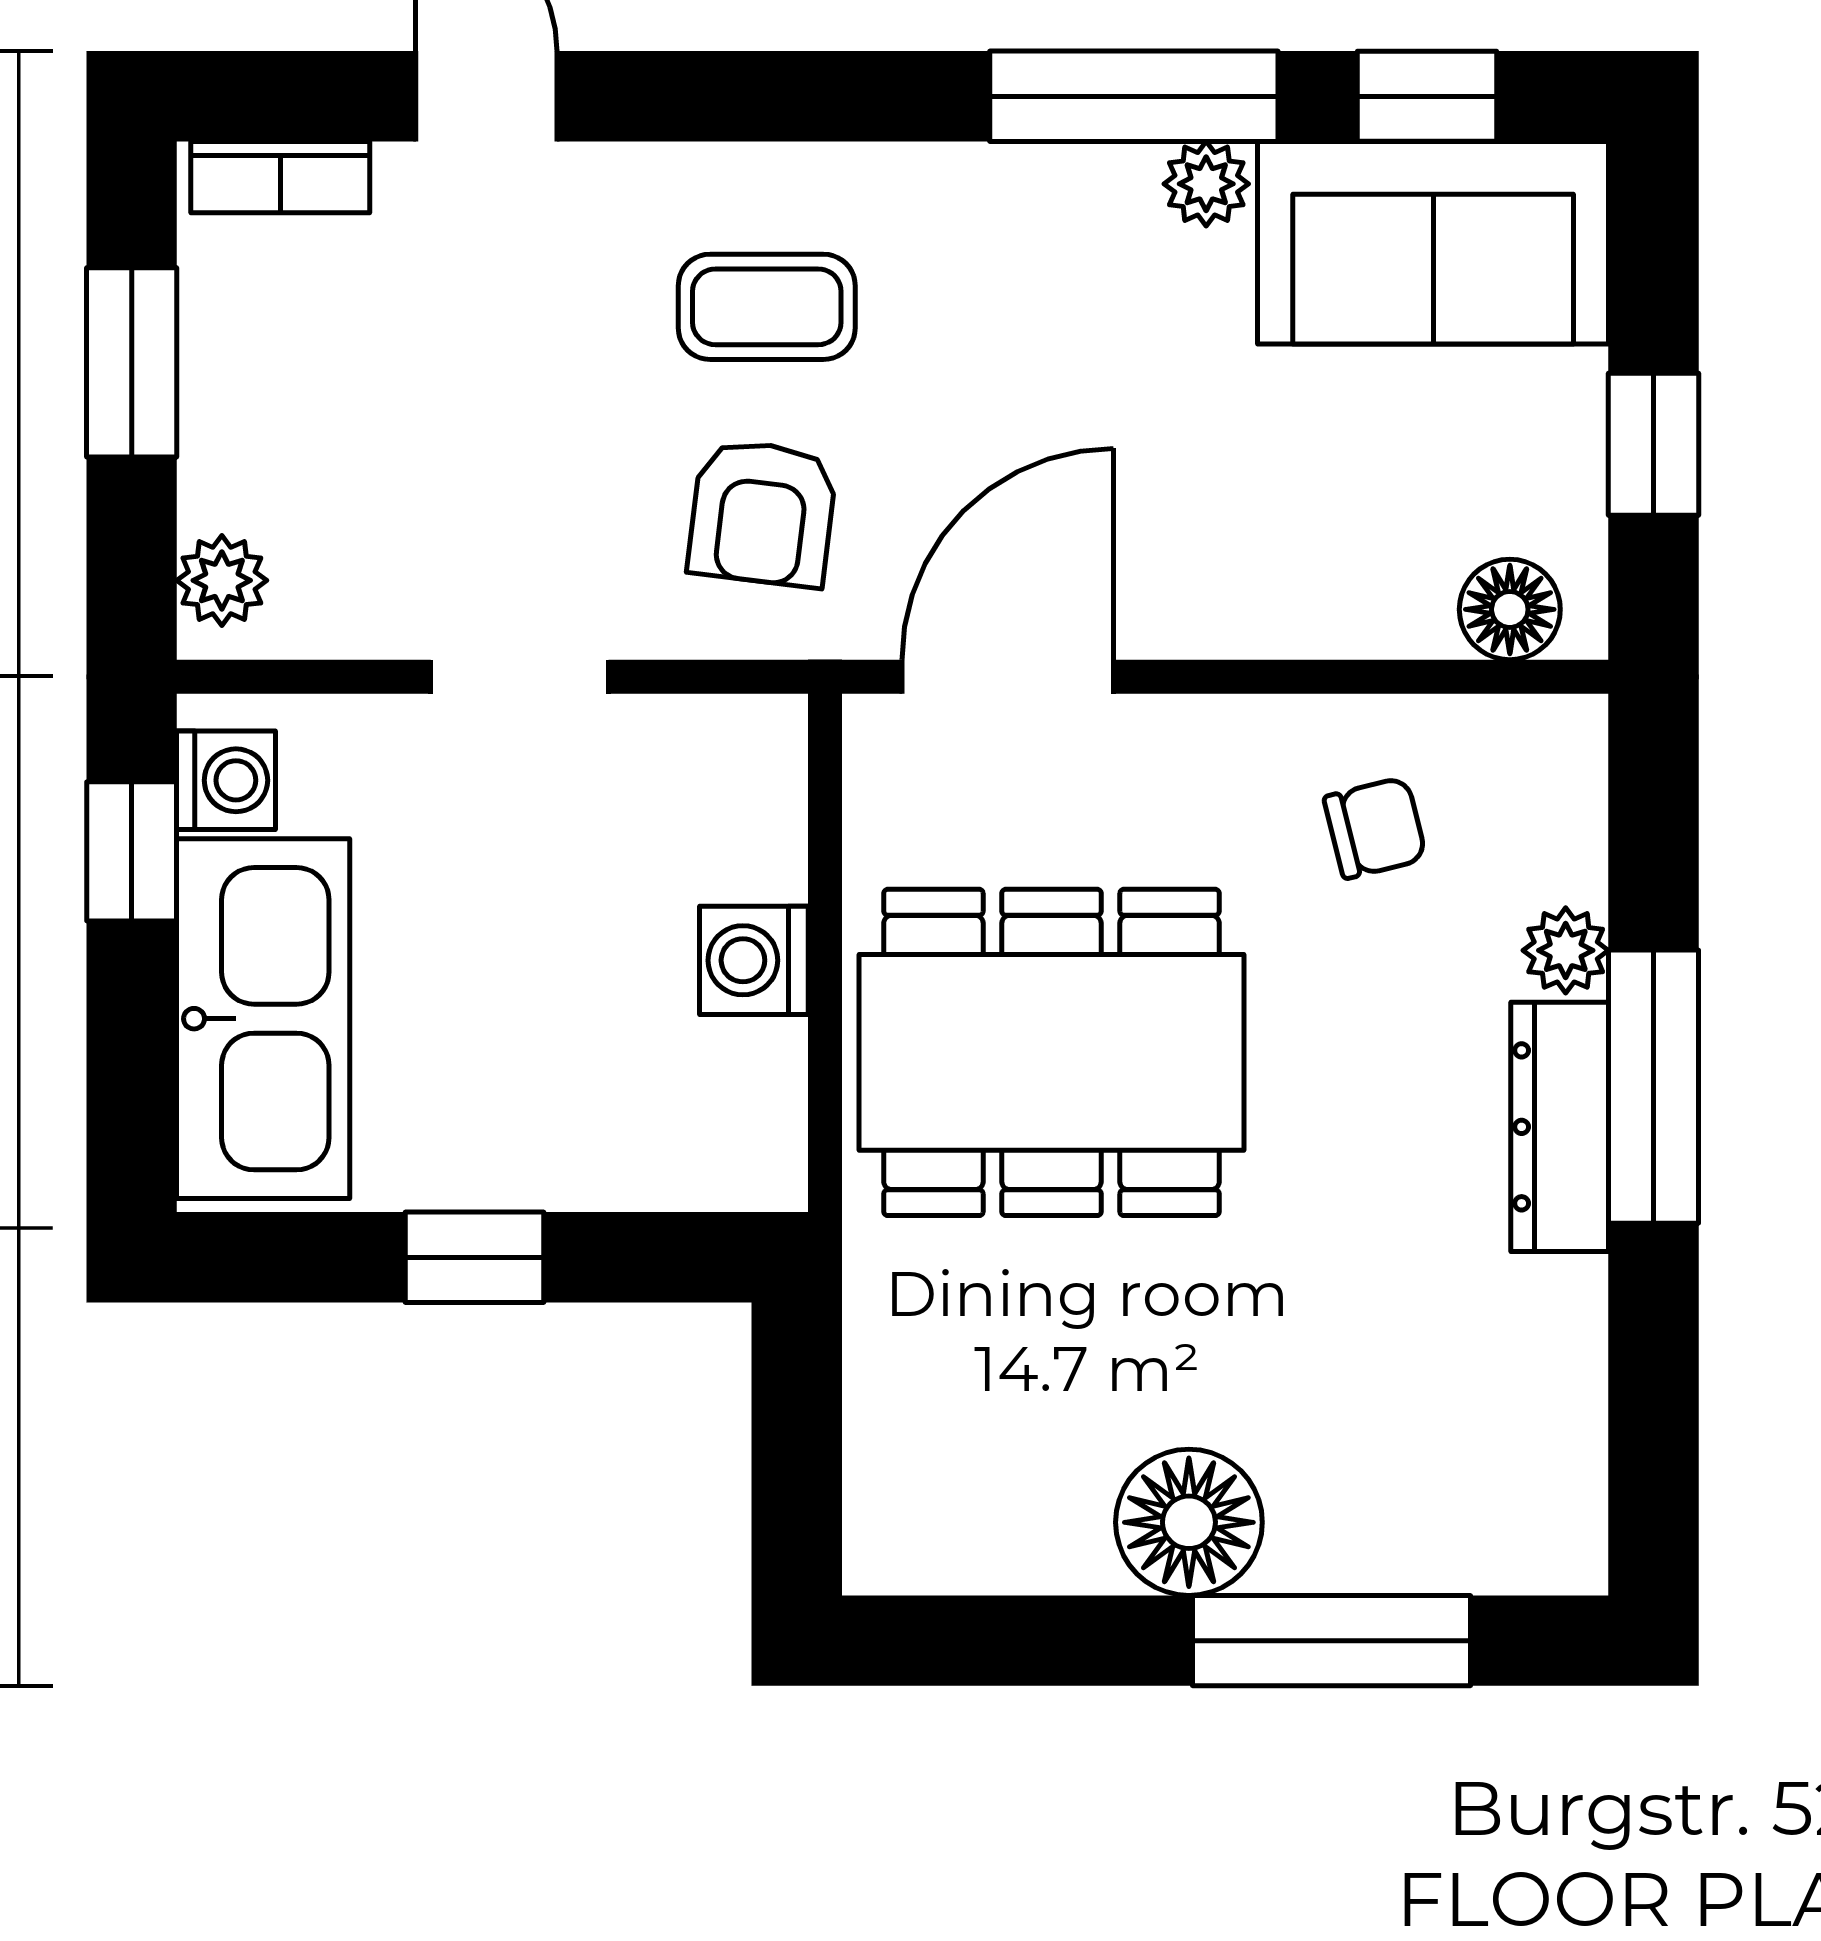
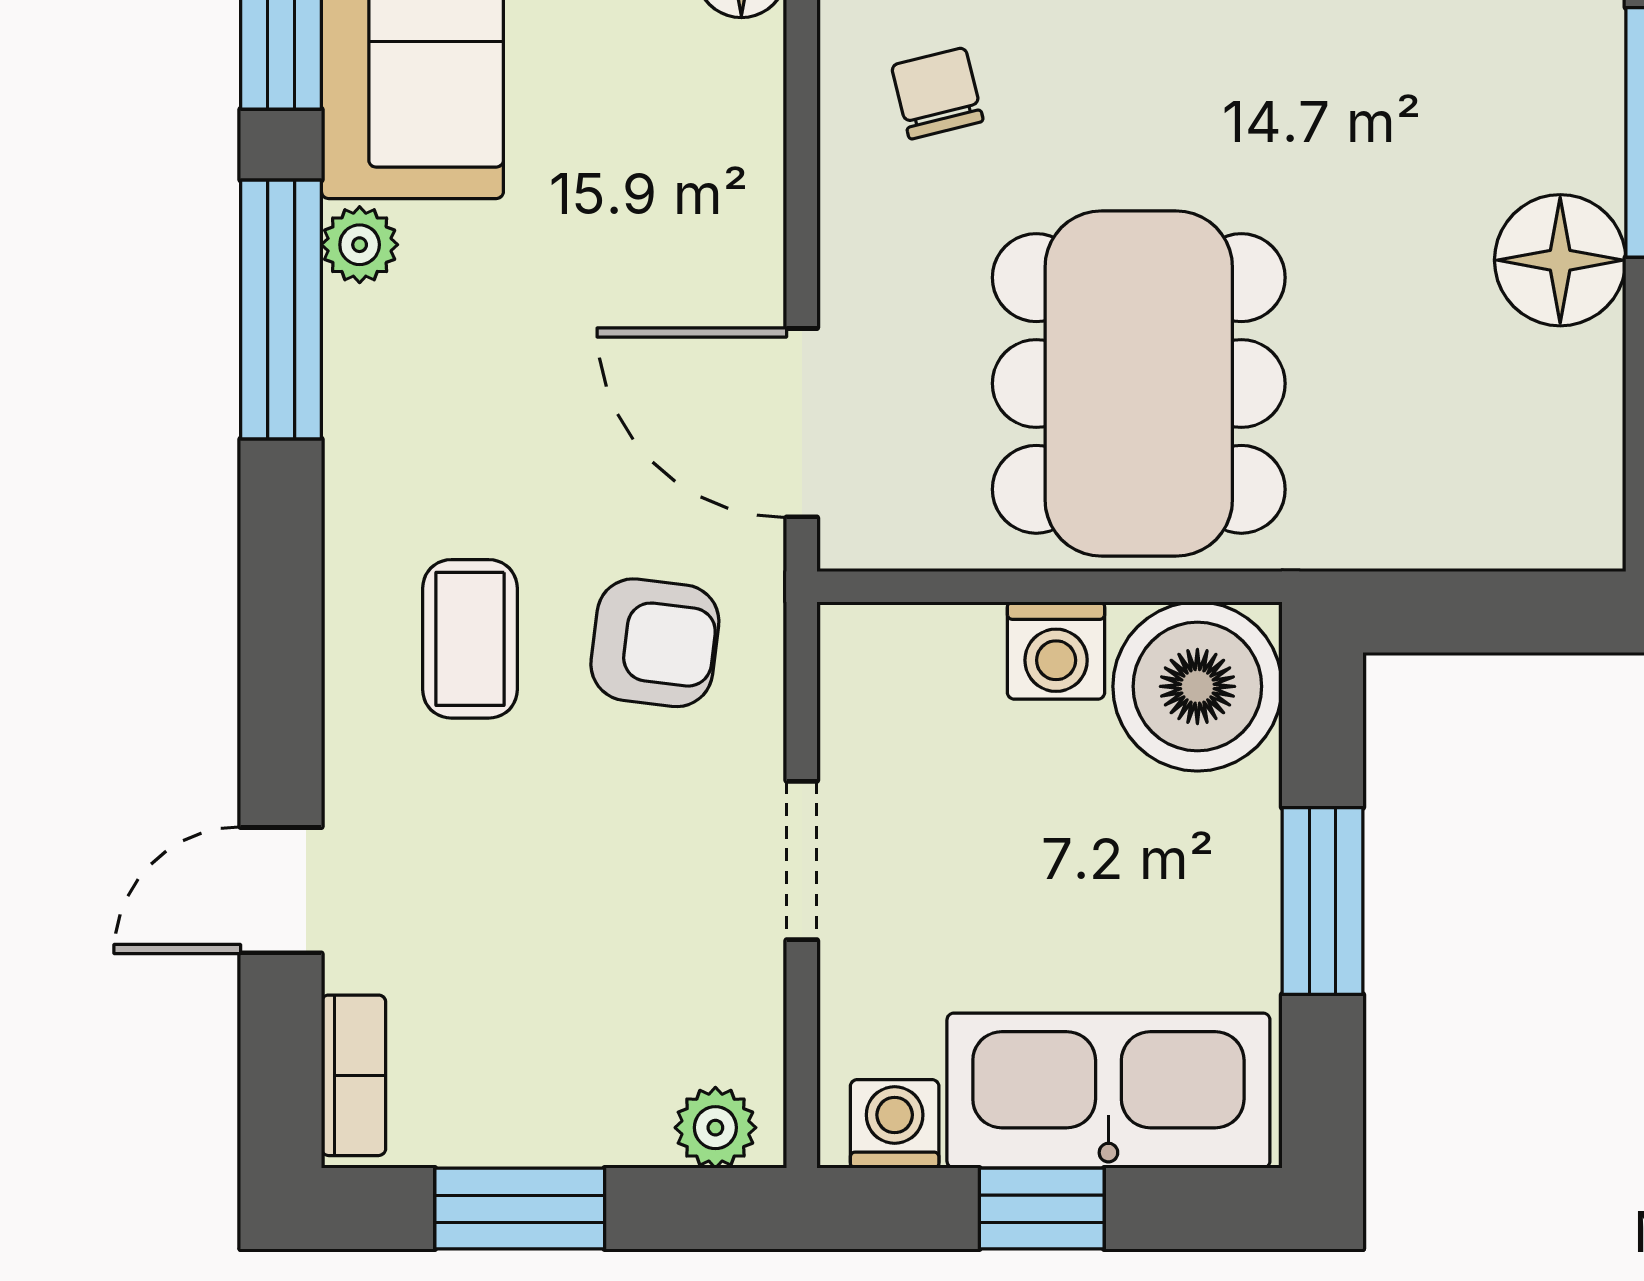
window: (132, 851) -> (1042, 1209), moved
boiler: (714, 1118) -> (1197, 686), added
window: (475, 1257) -> (1322, 901), width x1.50

